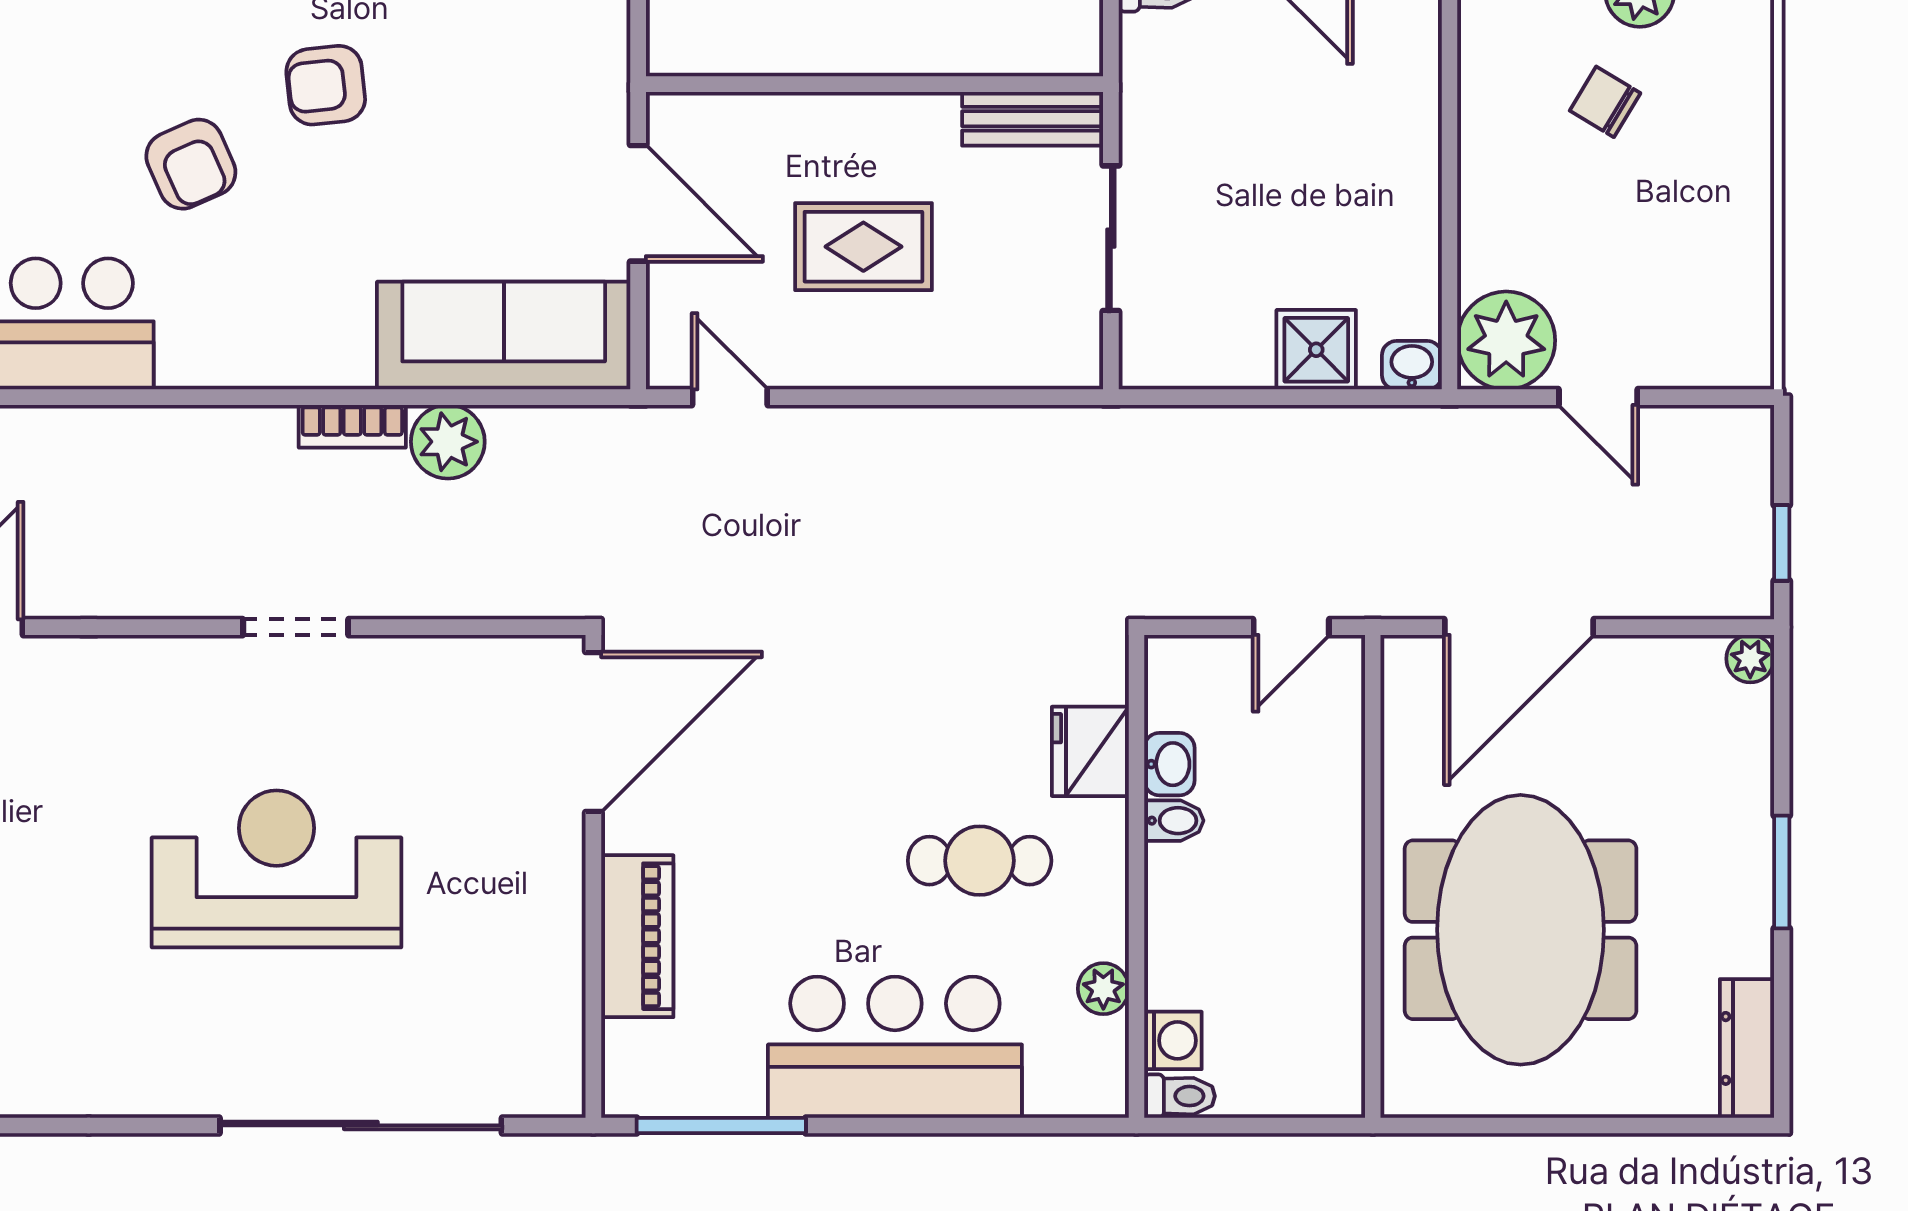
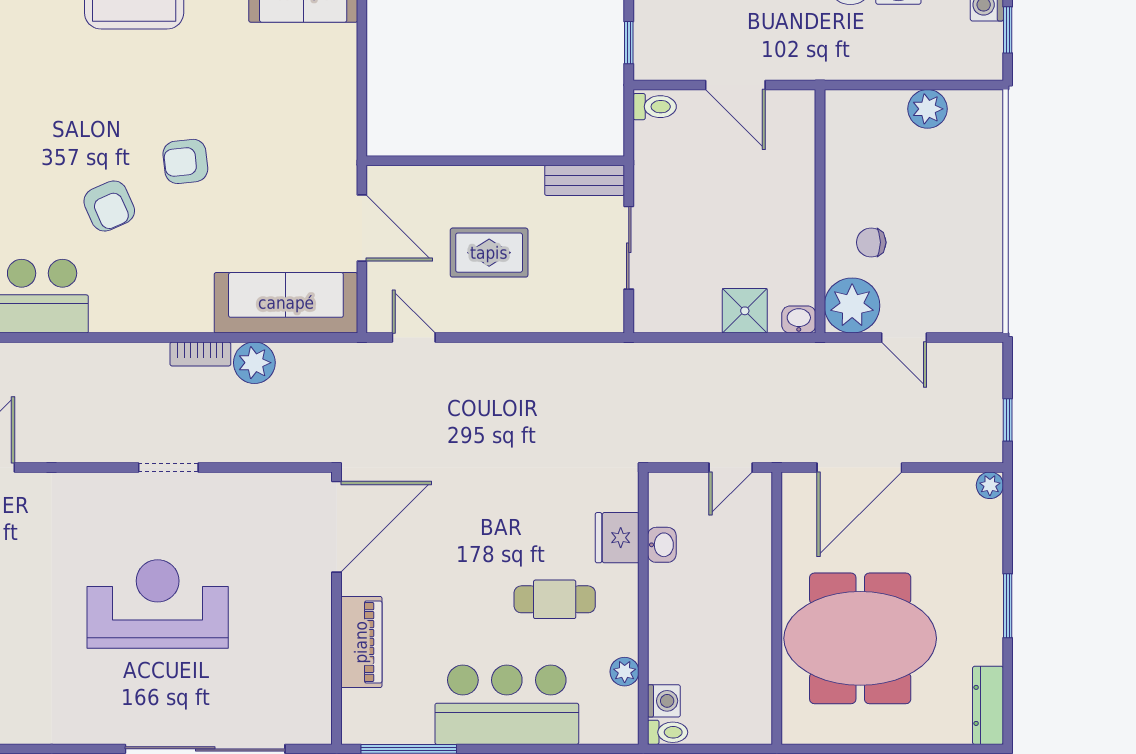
chair: (1605, 102) -> (871, 242), moved, turned -31
bidet: (1174, 821) -> (664, 577), removed
meeting table: (1521, 930) -> (860, 638), turned 90

